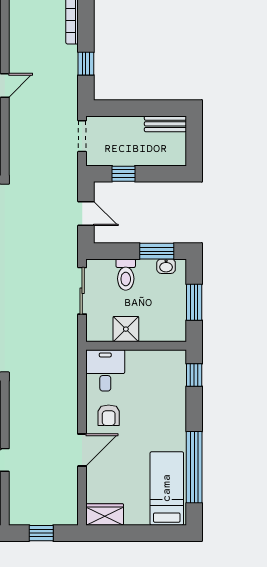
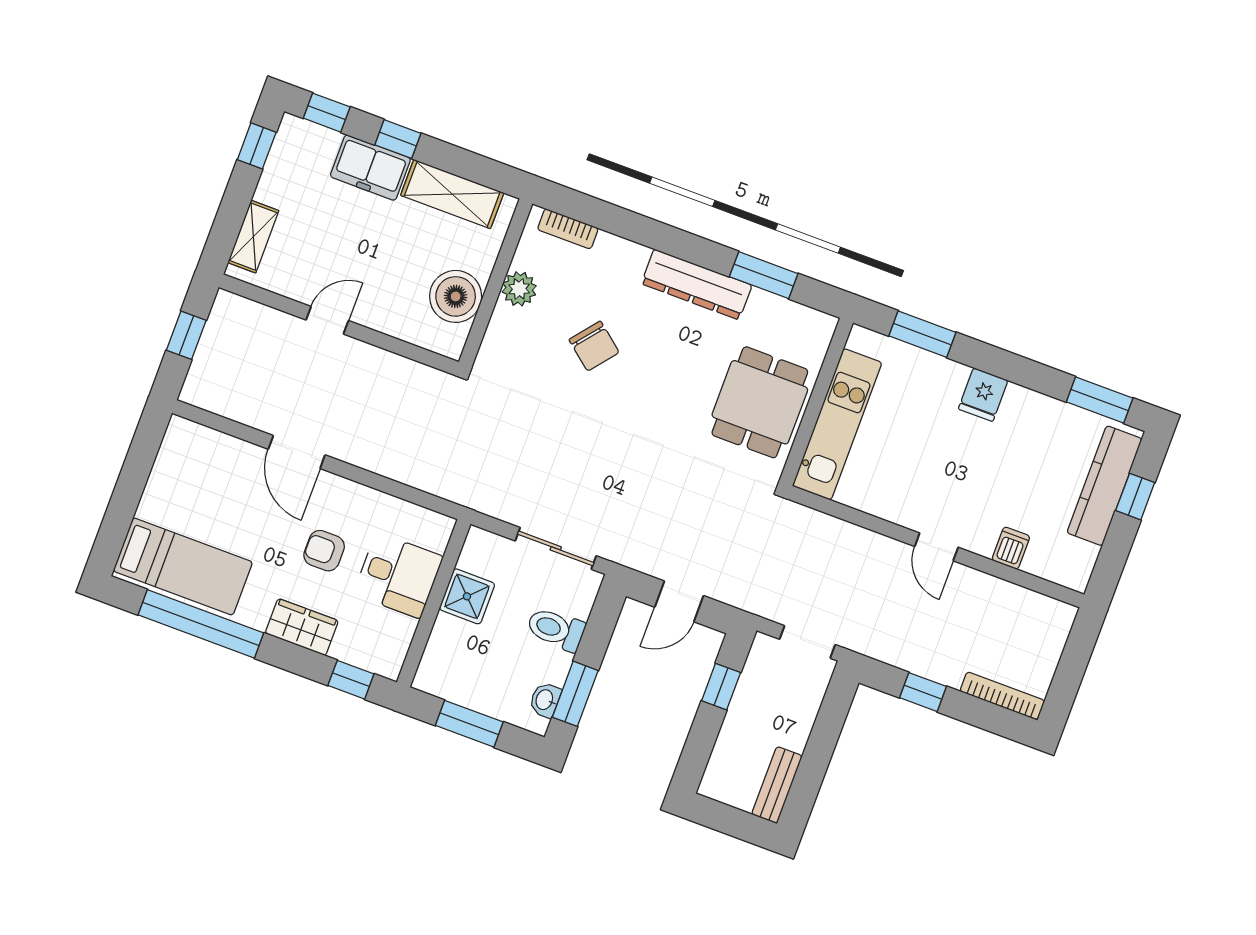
desk: (105, 370) -> (398, 575), moved
armchair: (109, 415) -> (324, 551), moved
wardrobe: (105, 514) -> (302, 627), moved, turned -90

